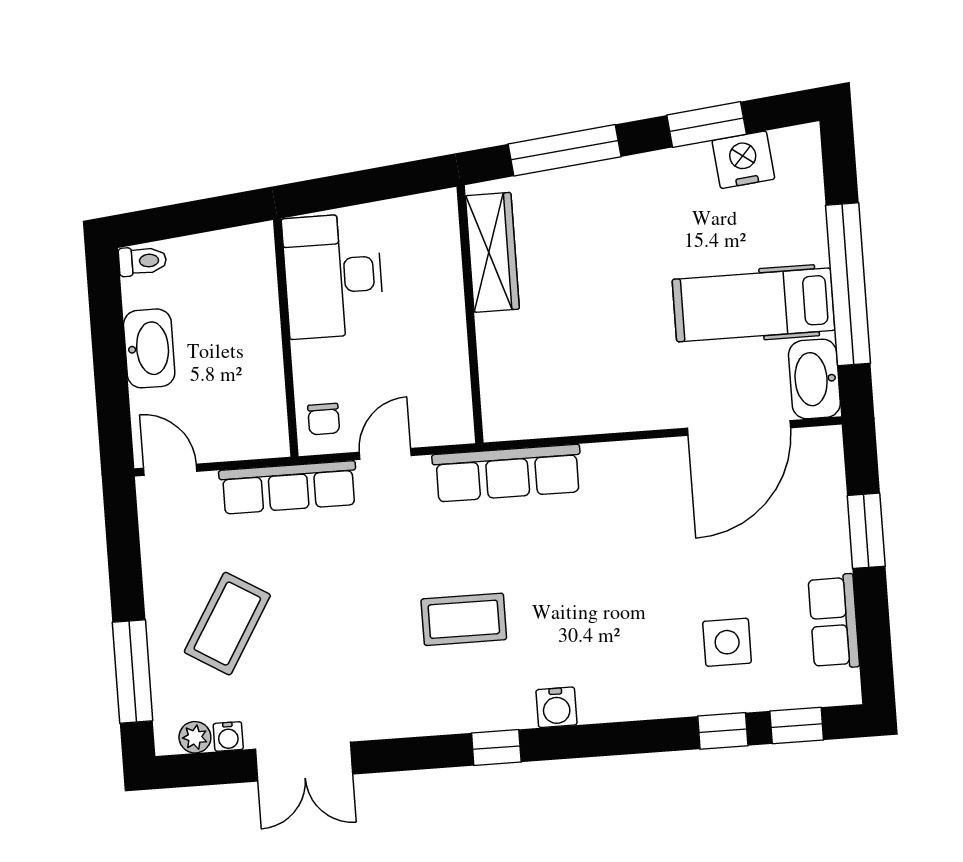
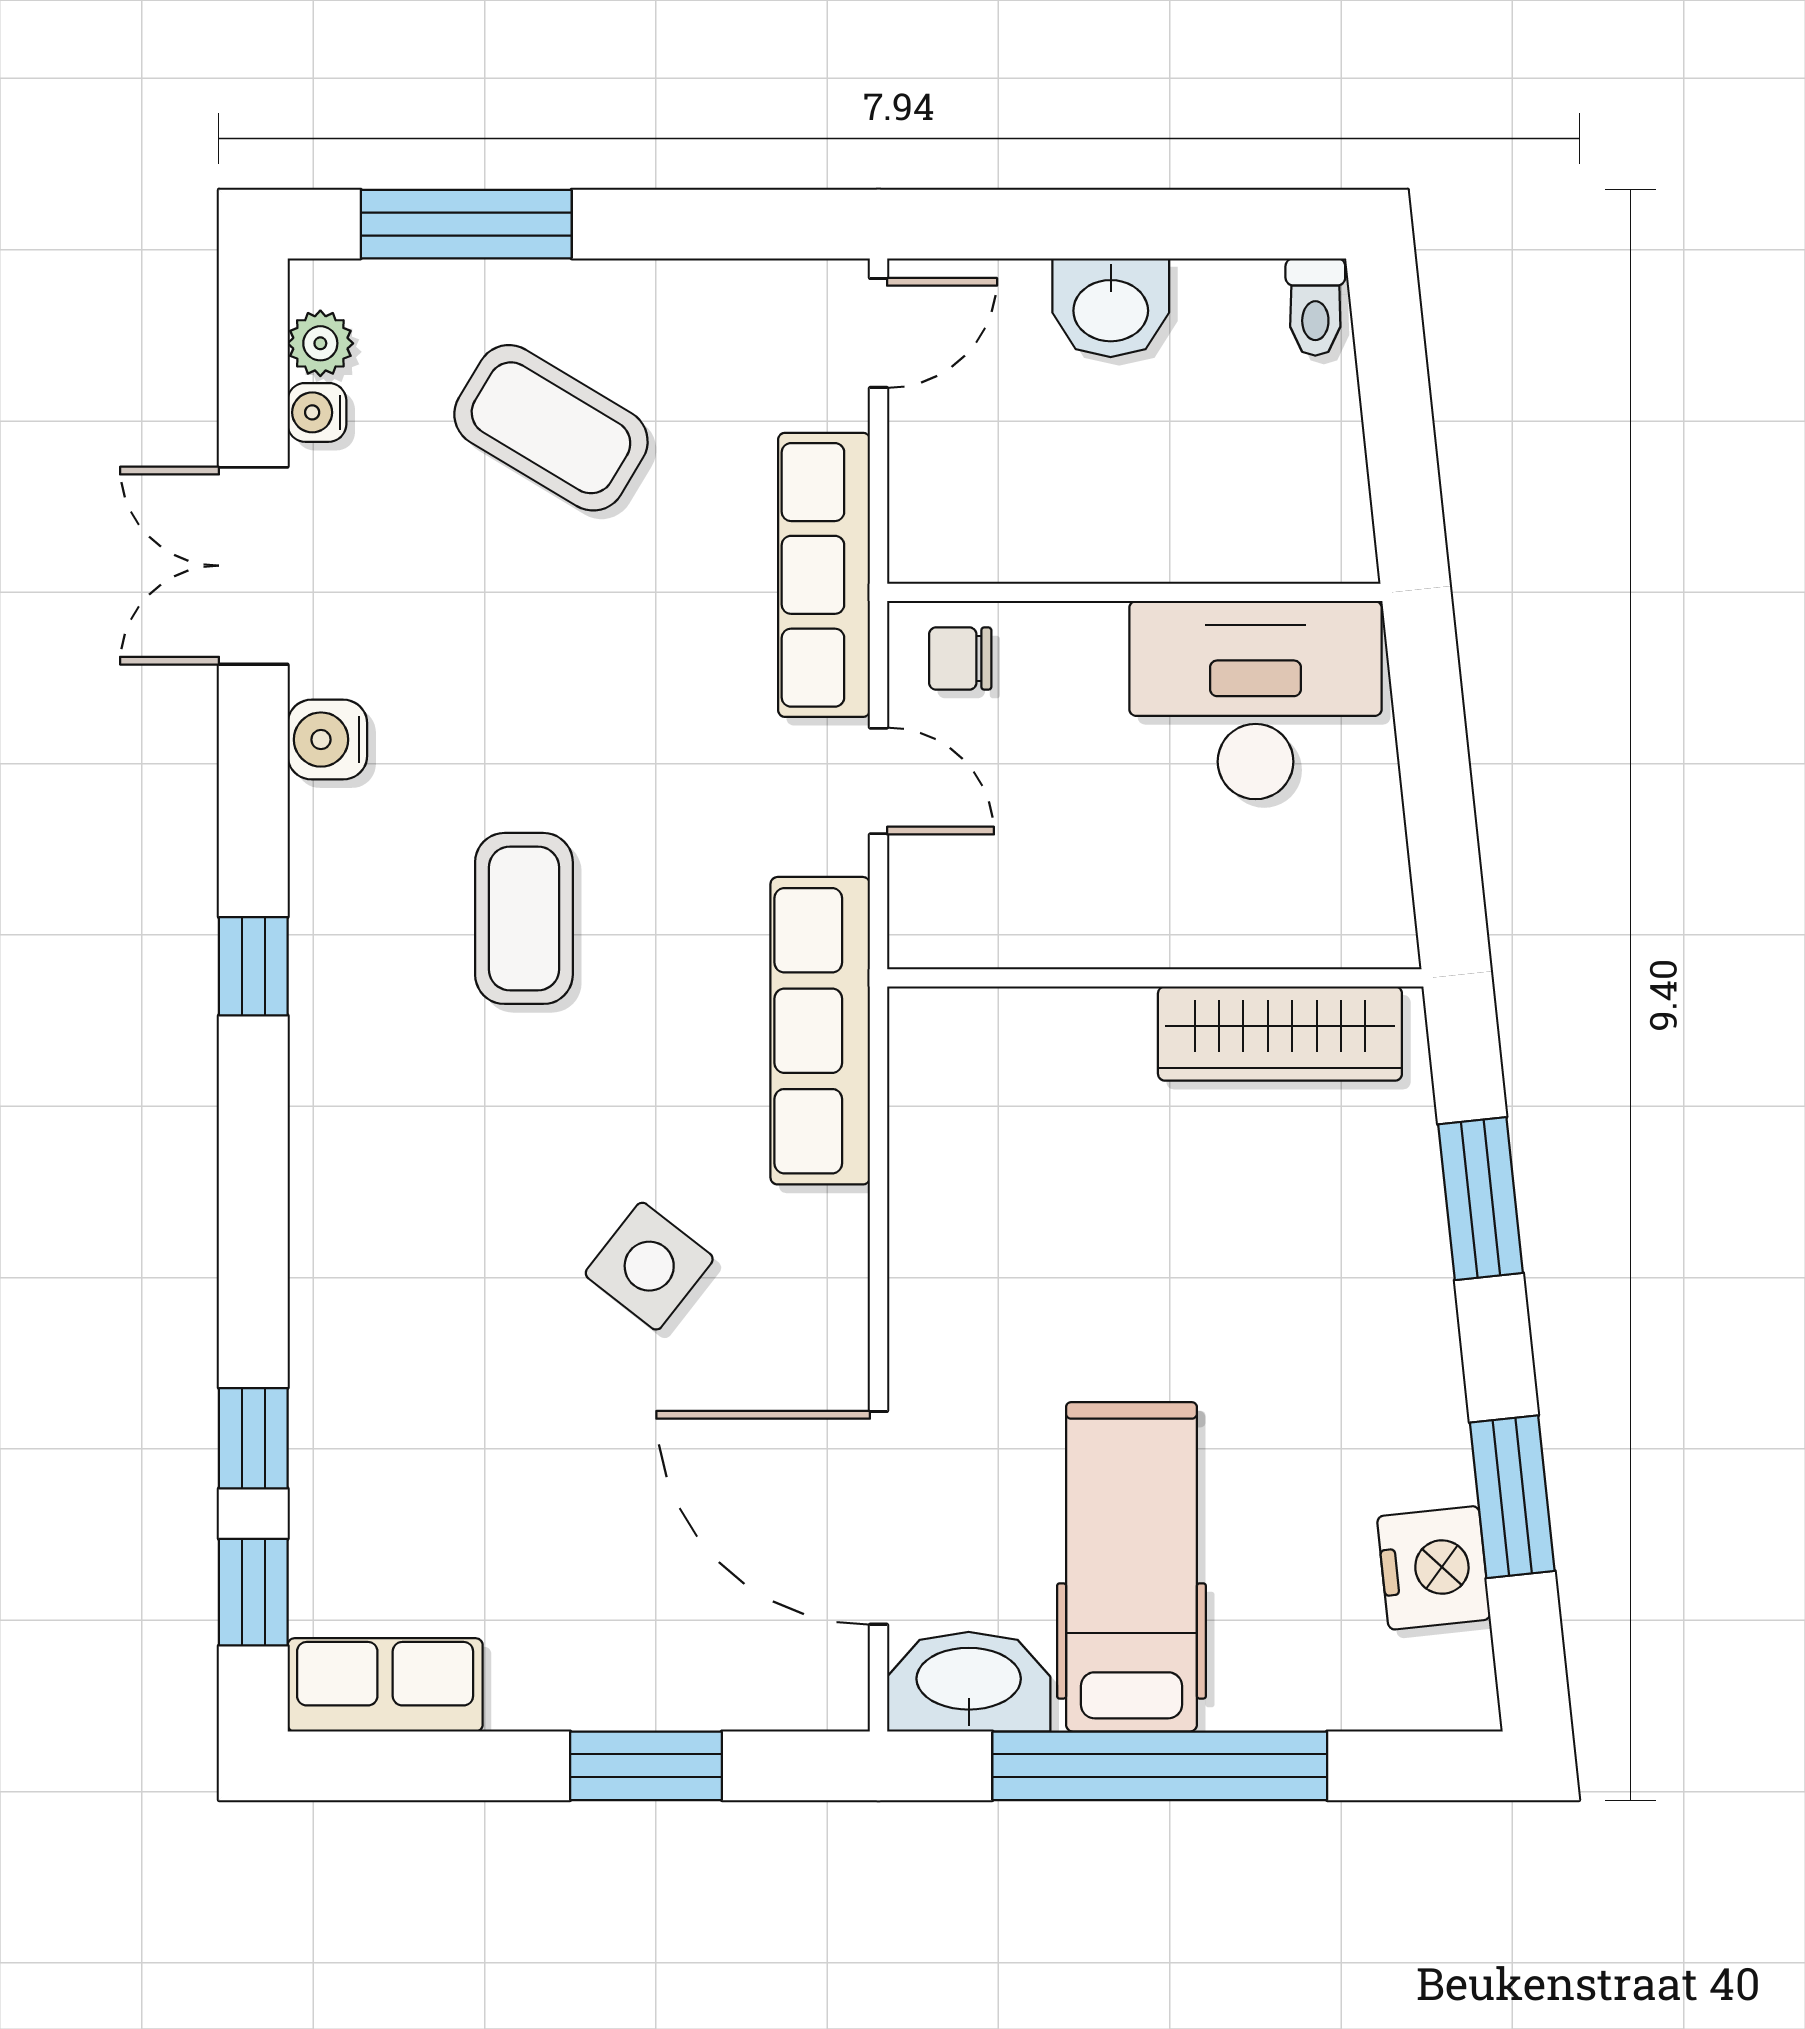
window: (565, 150) -> (1481, 1199), width x0.69
washbasin: (149, 348) -> (1111, 308), width x0.72
row of seats: (834, 622) -> (385, 1685), moved
side table: (727, 642) -> (649, 1266), moved, turned 38
water cooler: (556, 707) -> (327, 740), moved

